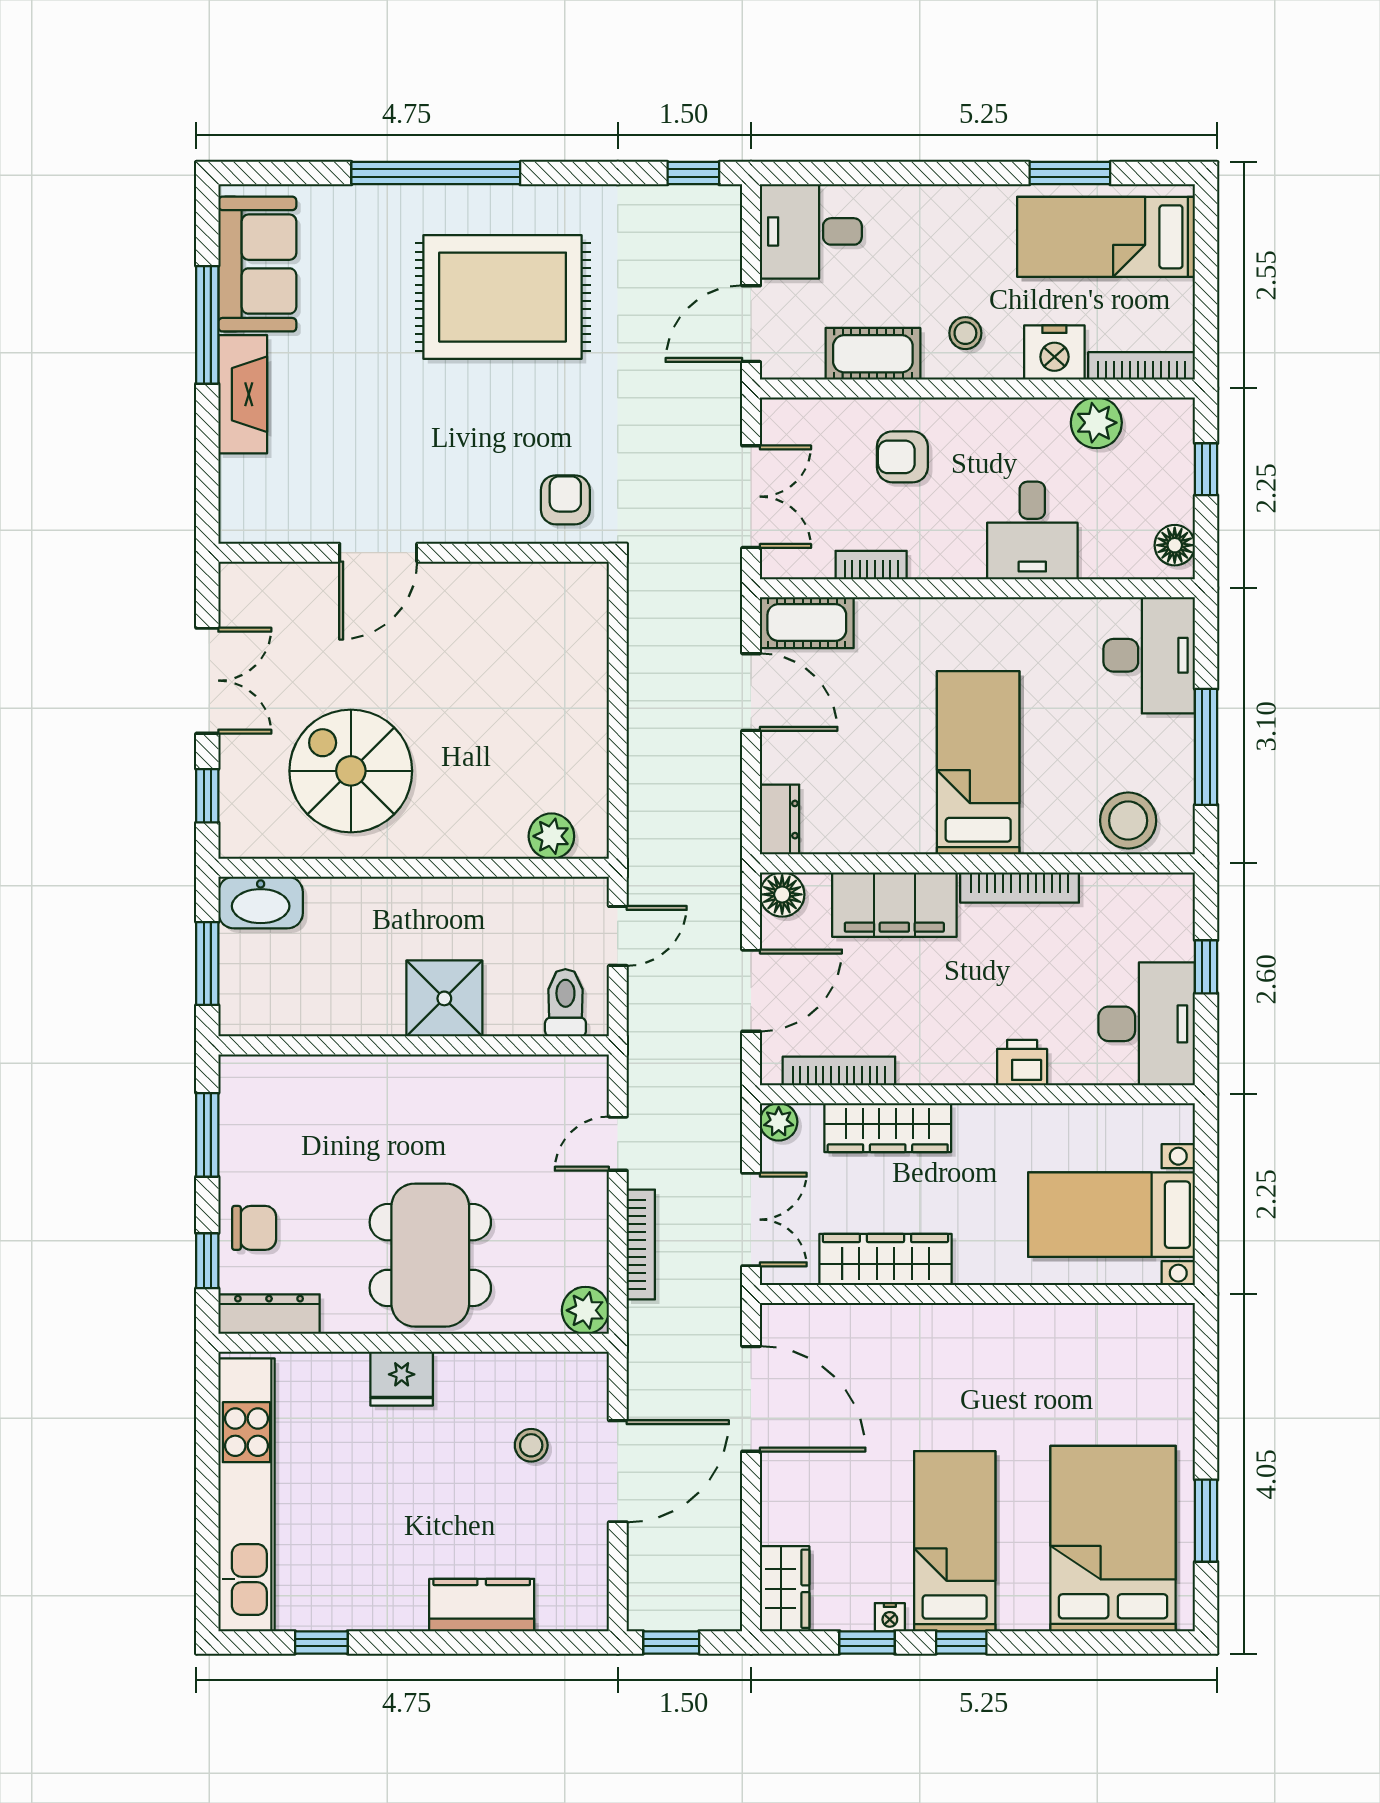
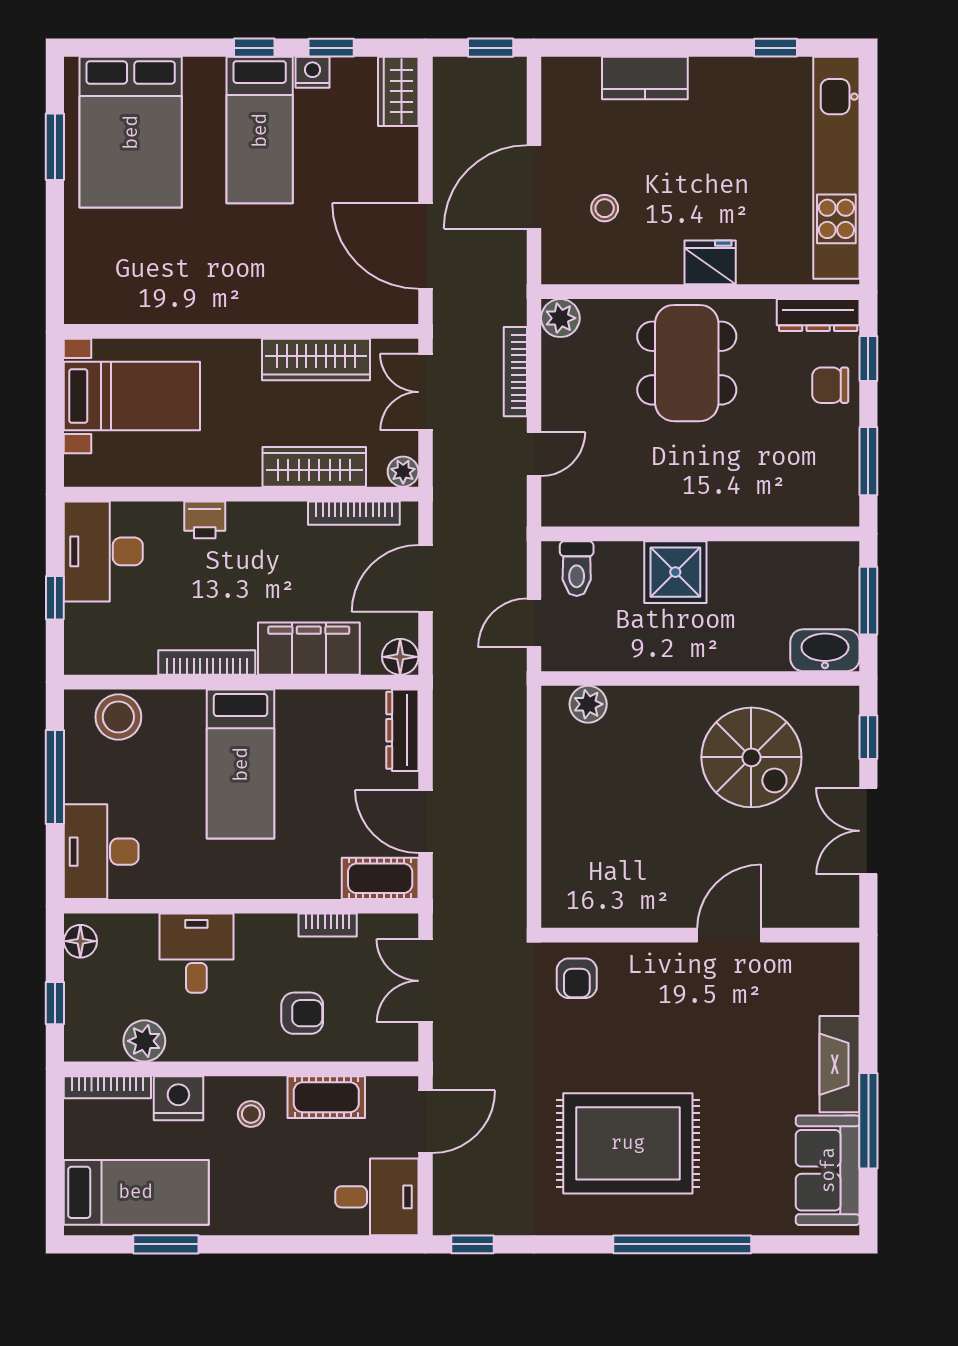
dresser: (780, 820) -> (402, 730), width x1.44
nightstand: (890, 1617) -> (313, 72), width x1.39, depth x1.35

